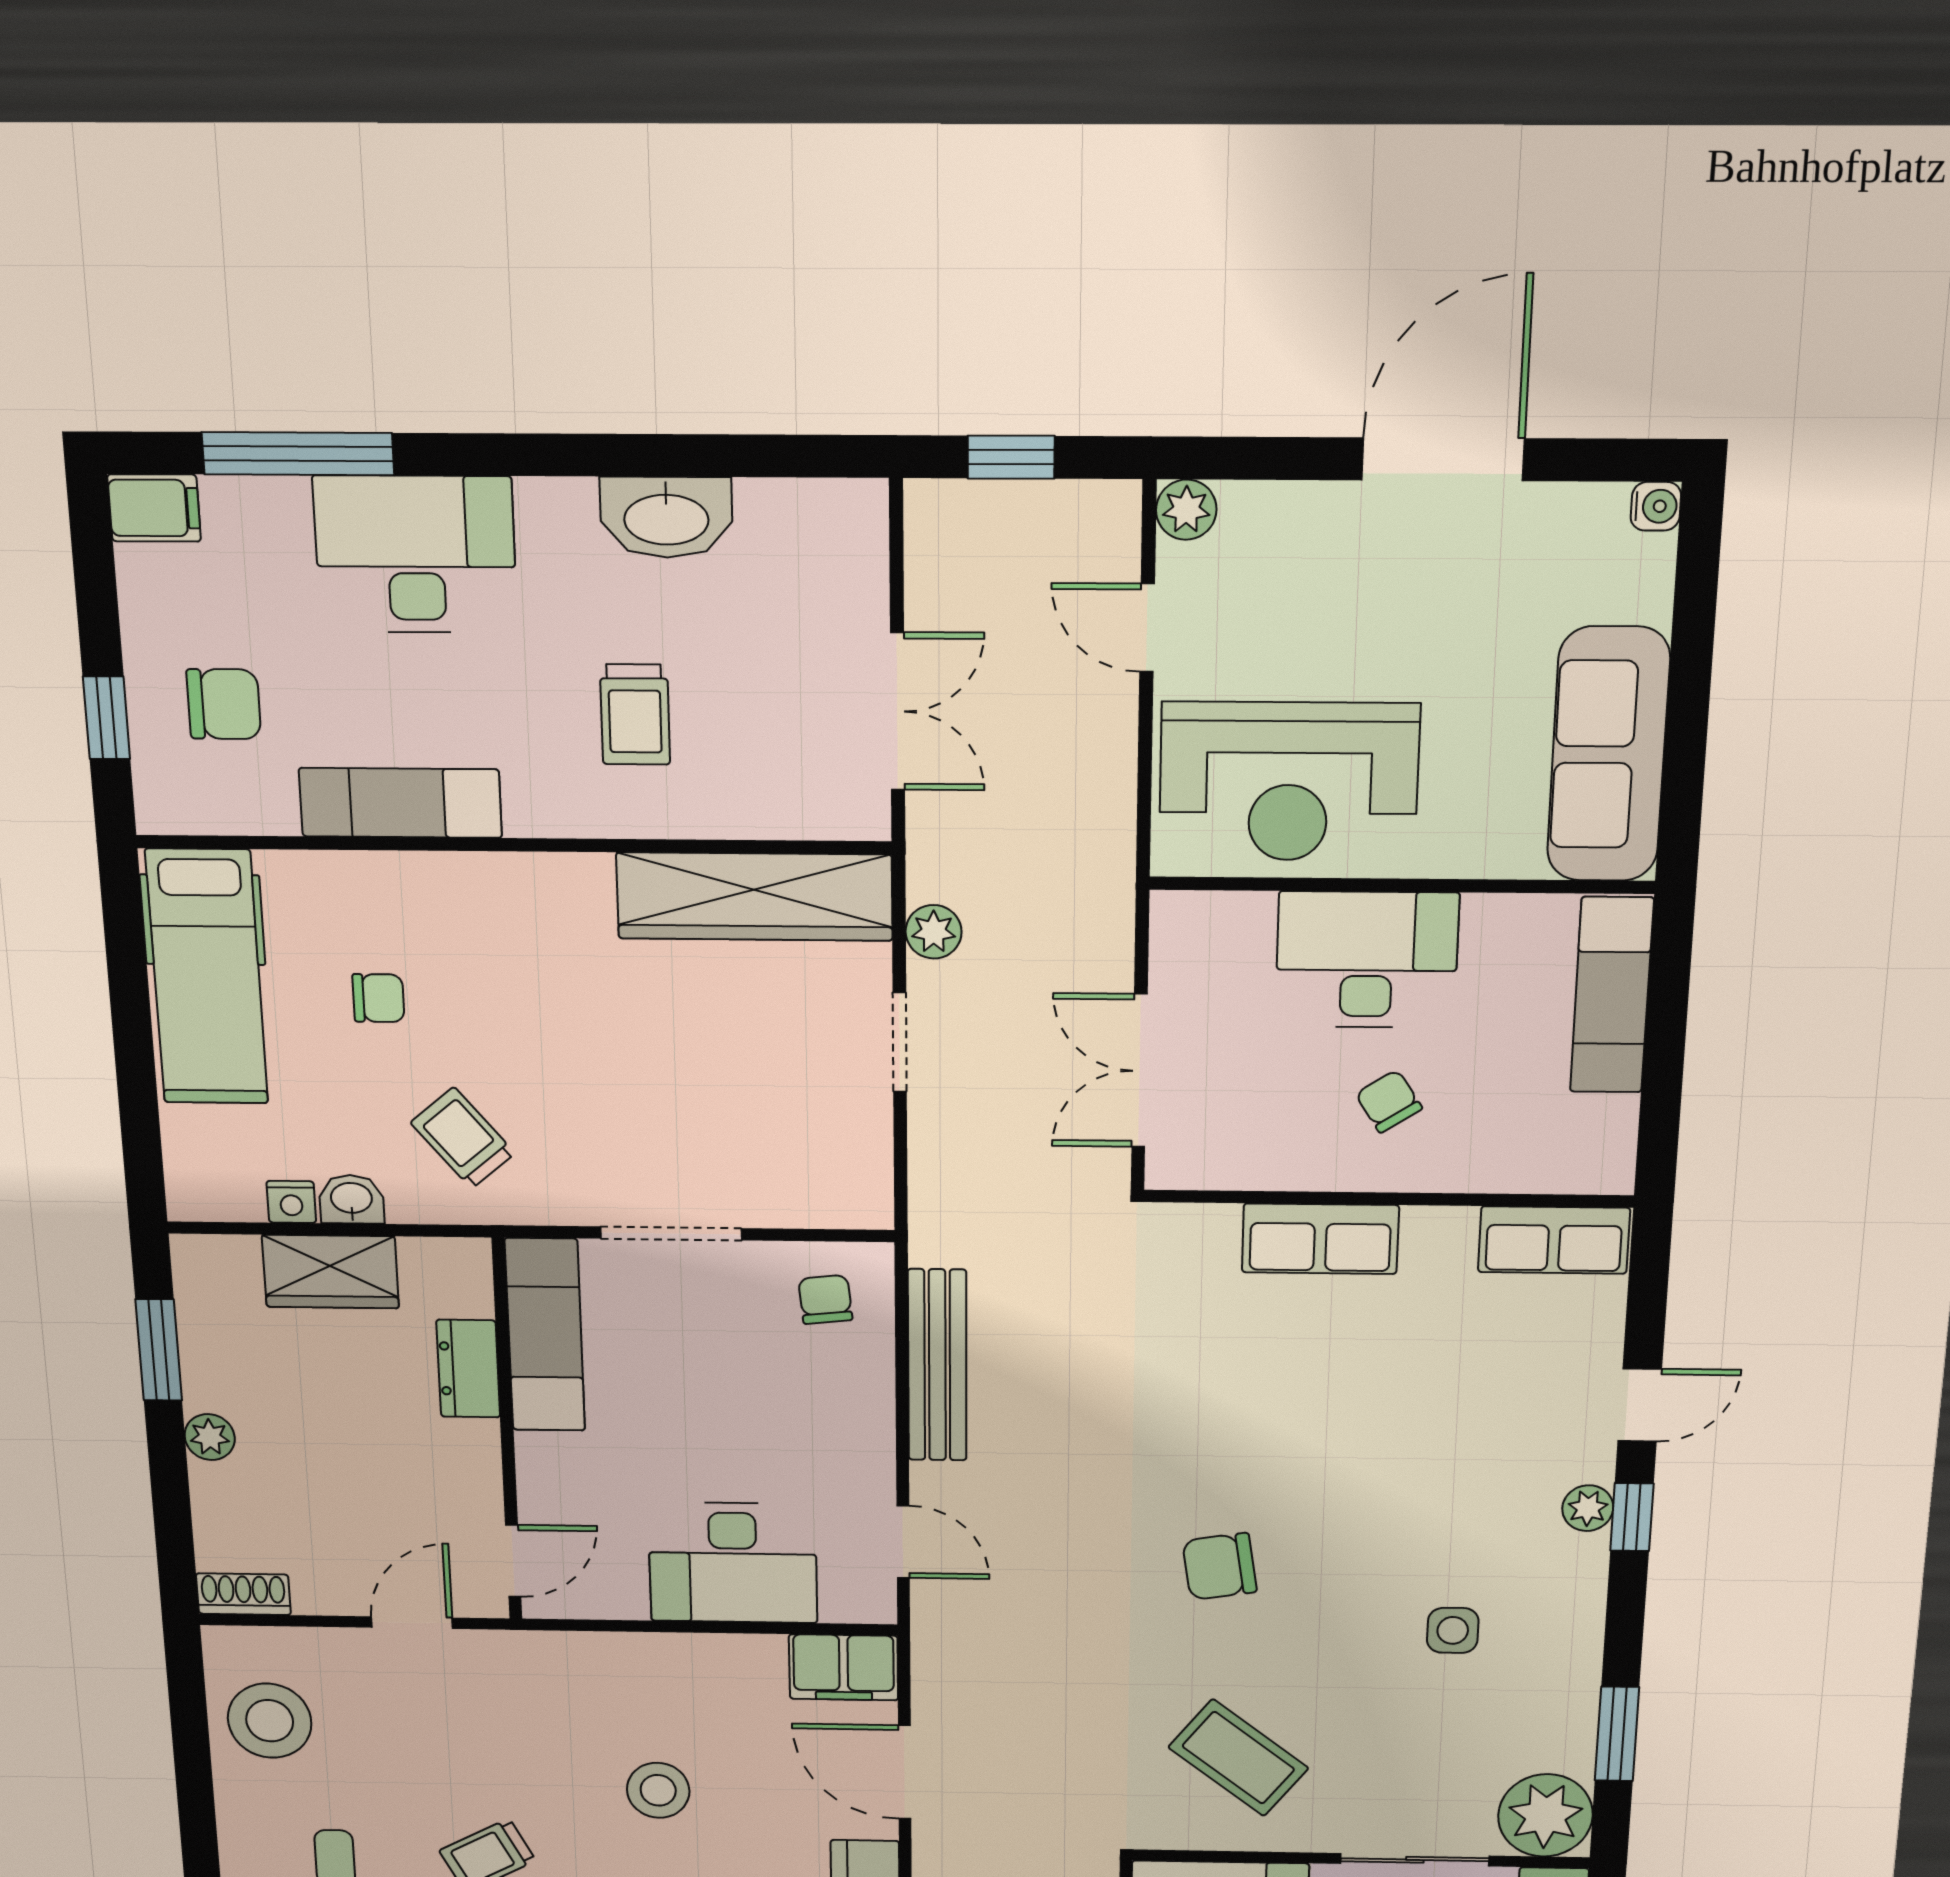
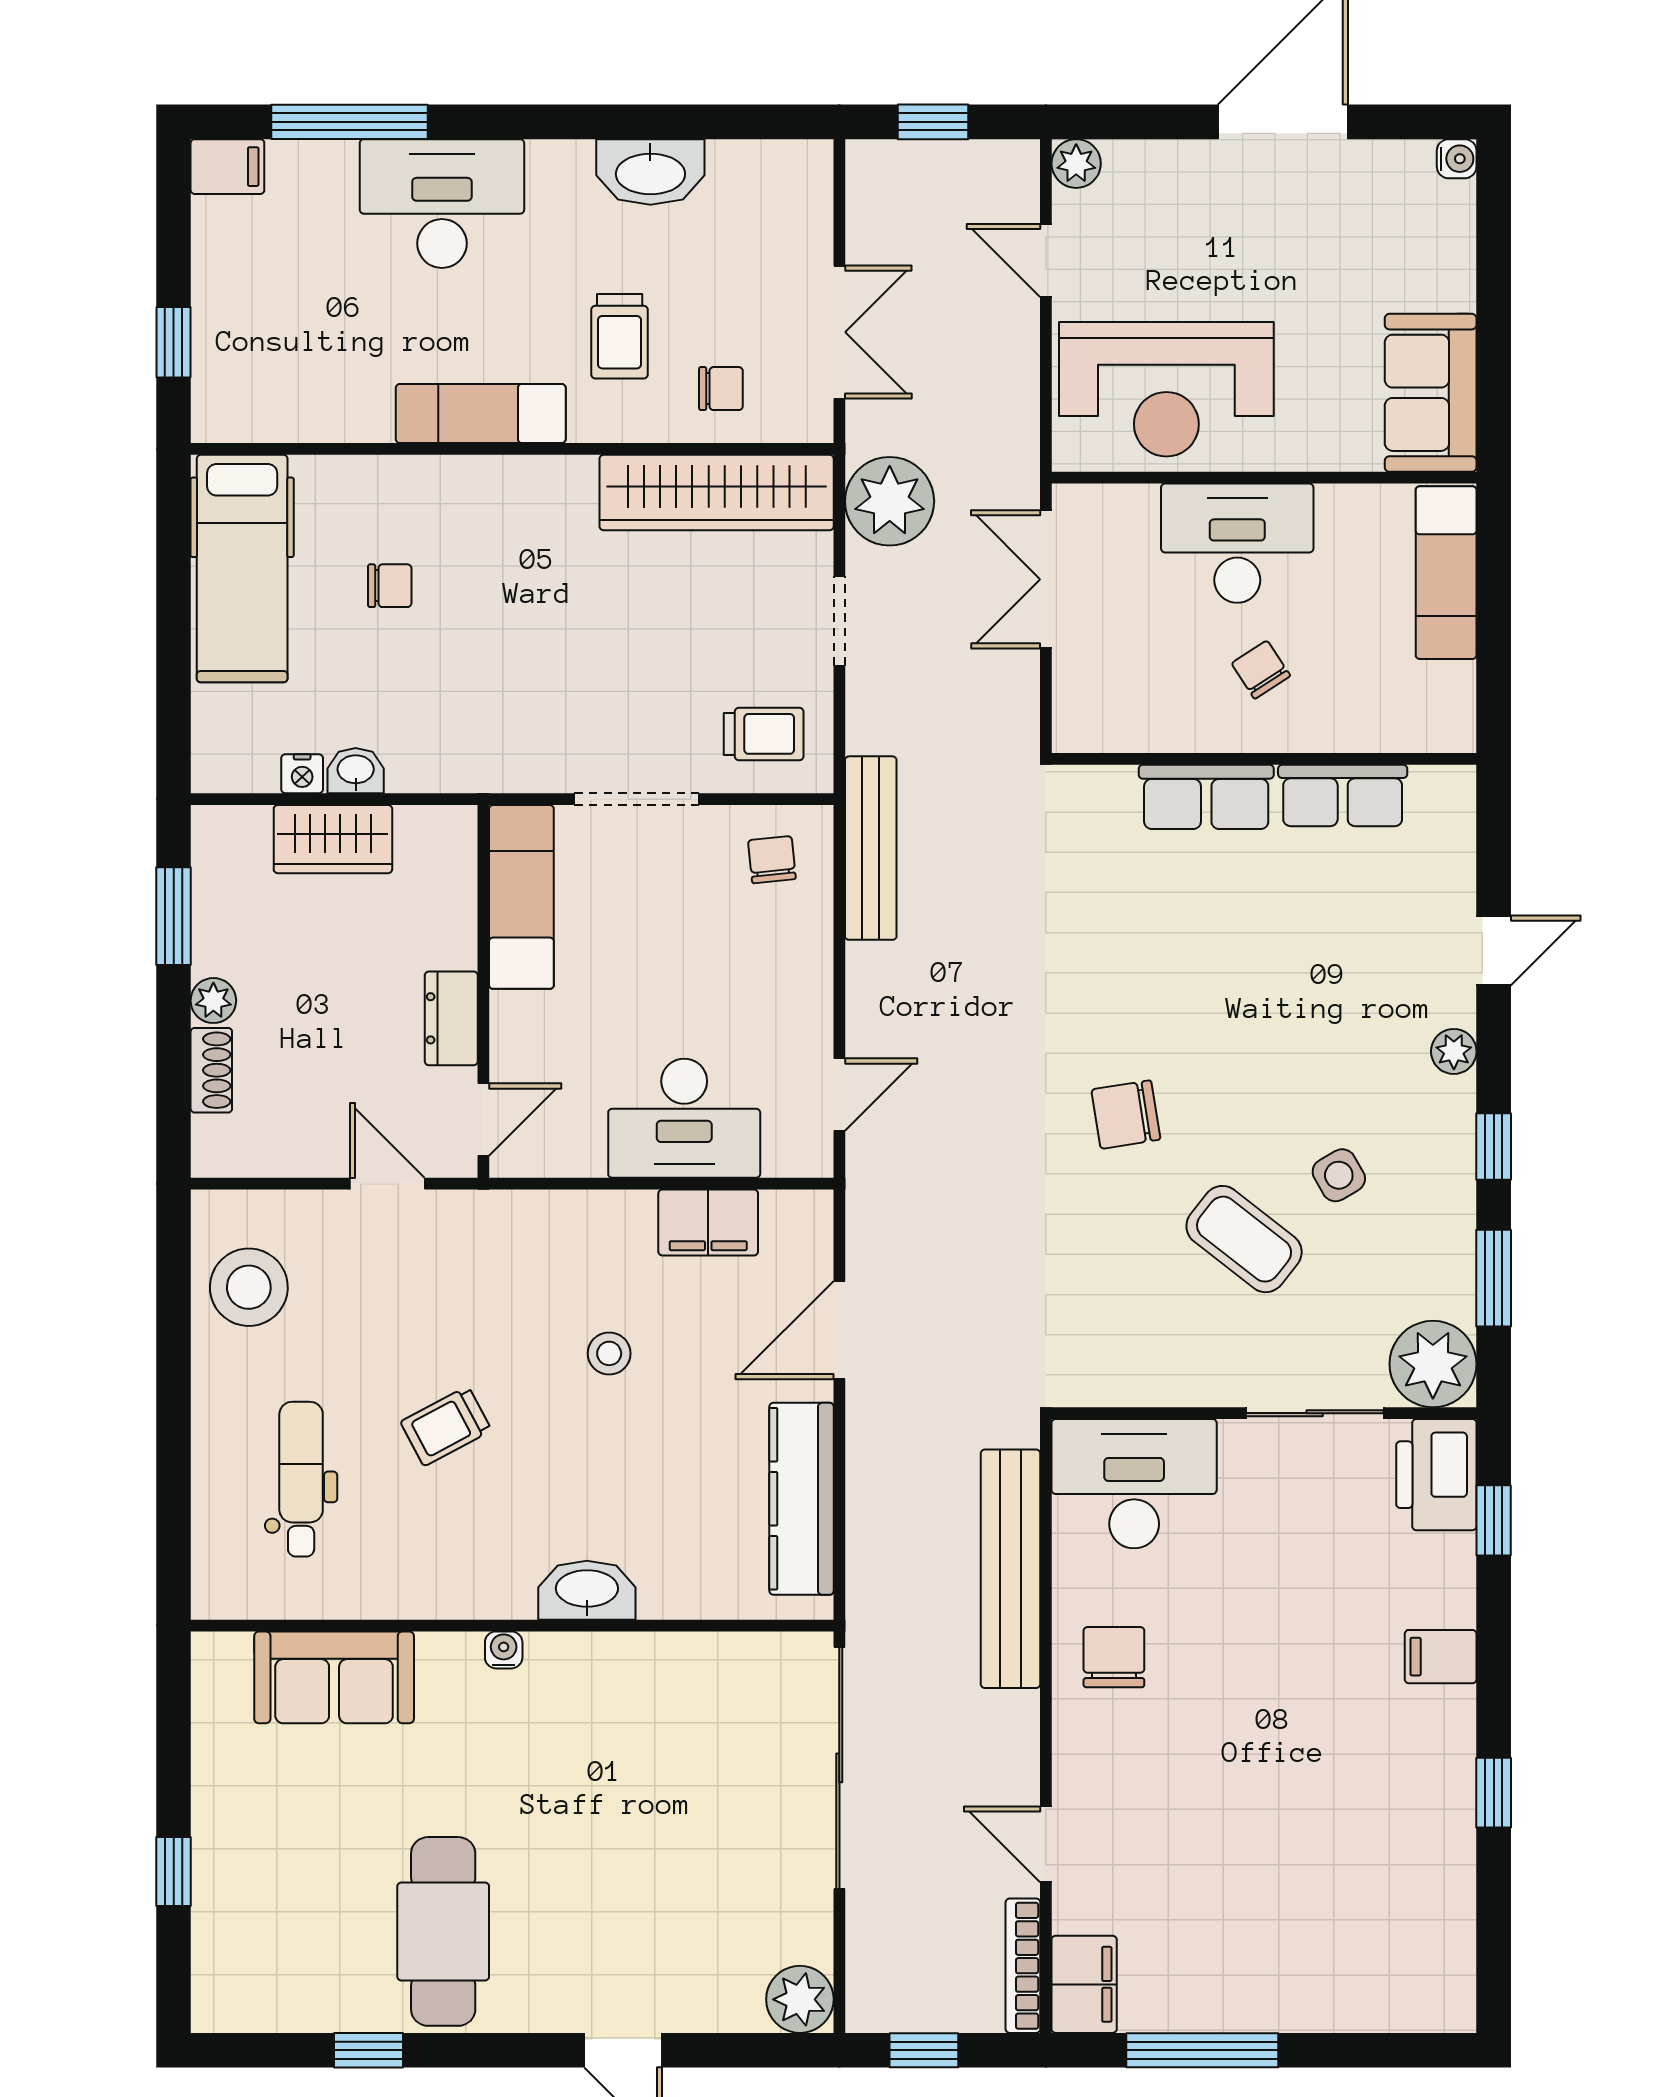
chair: (224, 704) -> (721, 389), moved, width x0.73, depth x0.73
sofa: (1608, 755) -> (1431, 393), width x0.73
exam couch: (400, 803) -> (481, 413), moved
plant: (934, 932) -> (890, 501), width x1.87, depth x1.87
double door: (1140, 1071) -> (1046, 579), moved
trolley: (463, 1138) -> (764, 734), moved, turned 130
row of seats: (1554, 1240) -> (1343, 795), moved
bench: (937, 1365) -> (871, 848), moved
dresser: (468, 1369) -> (451, 1018), moved
window: (1632, 1517) -> (1494, 1146), moved
door: (903, 1542) -> (839, 1095), hinge flipped
shoe rack: (243, 1594) -> (211, 1070), moved, turned 90
door: (412, 1623) -> (387, 1184), hinge flipped
side table: (1453, 1630) -> (1339, 1175), turned -30
filing cabinet: (844, 1667) -> (708, 1223), moved
coffee table: (1238, 1758) -> (1244, 1239), moved
door: (905, 1772) -> (839, 1330), hinge flipped
stool: (658, 1790) -> (609, 1353), width x0.73, depth x0.73

